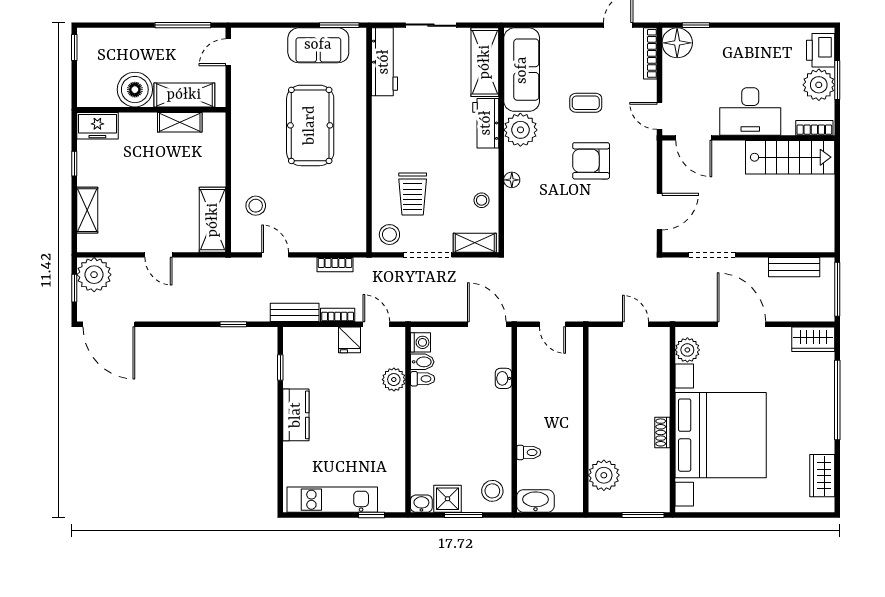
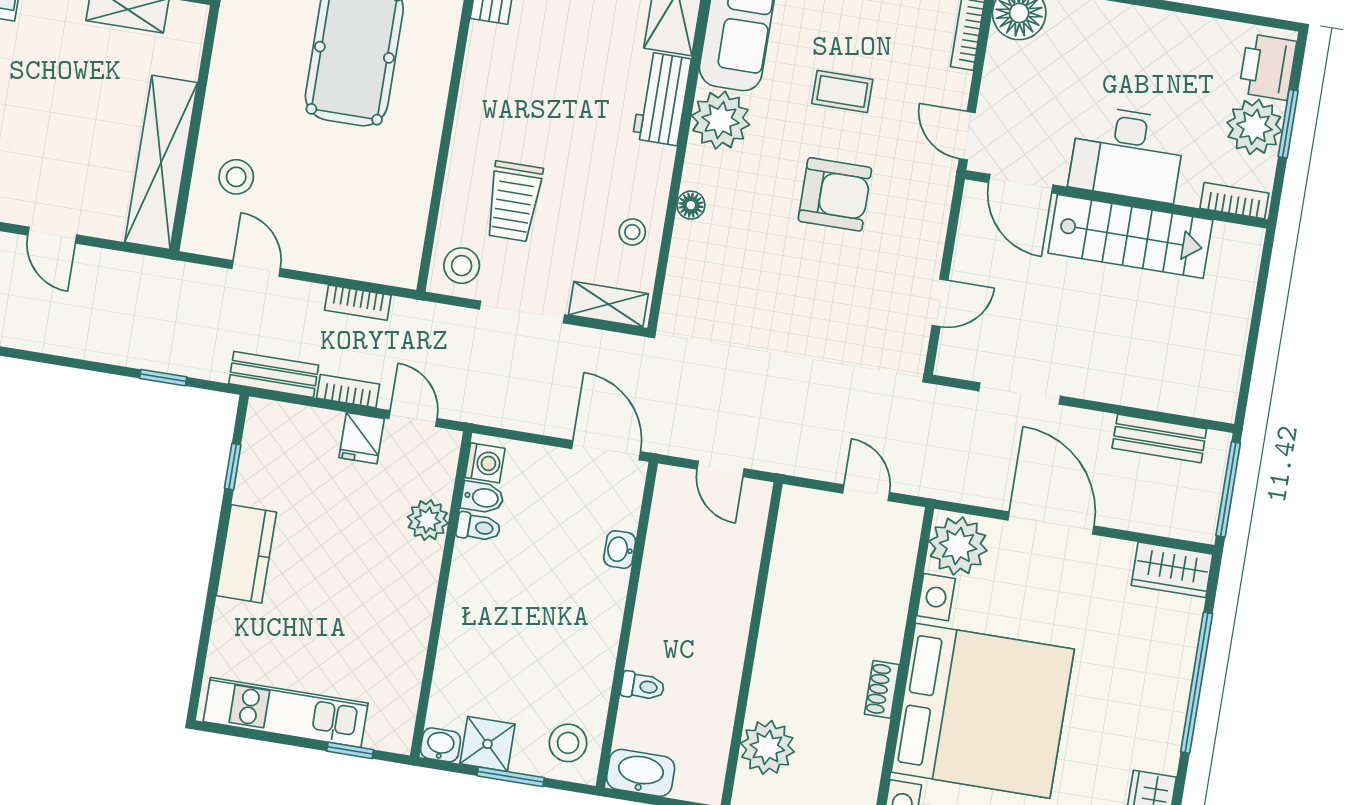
stairs: (790, 157) -> (1130, 236), moved
armchair: (591, 161) -> (835, 194), turned 180
door: (659, 212) -> (940, 303), width x0.73
shelving: (213, 220) -> (161, 162), width x1.47
plant: (687, 350) -> (958, 546), width x1.36, depth x1.36

